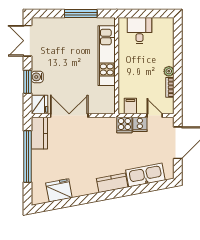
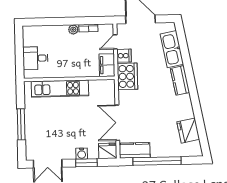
window: (81, 14) -> (21, 124), moved
filing cabinet: (130, 106) -> (107, 65), width x2.00
cooker: (124, 125) -> (127, 76), width x1.87, depth x1.31

